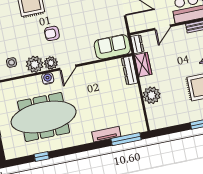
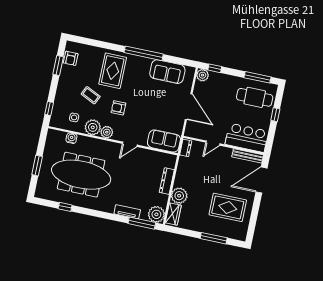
coffee table: (18, 33) -> (91, 95), added
wardrobe: (143, 65) -> (173, 214), moved
door: (68, 68) -> (130, 144), moved
dresser: (129, 70) -> (167, 181), moved
water cooler: (48, 78) -> (71, 138), moved
plant: (137, 124) -> (156, 214), added

